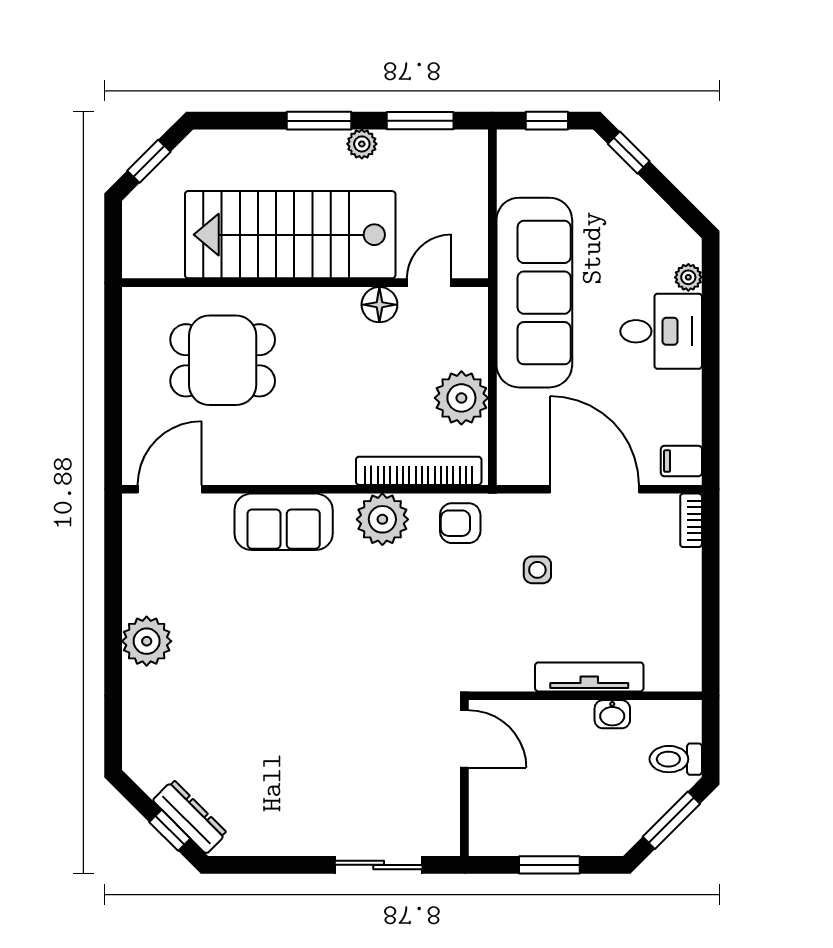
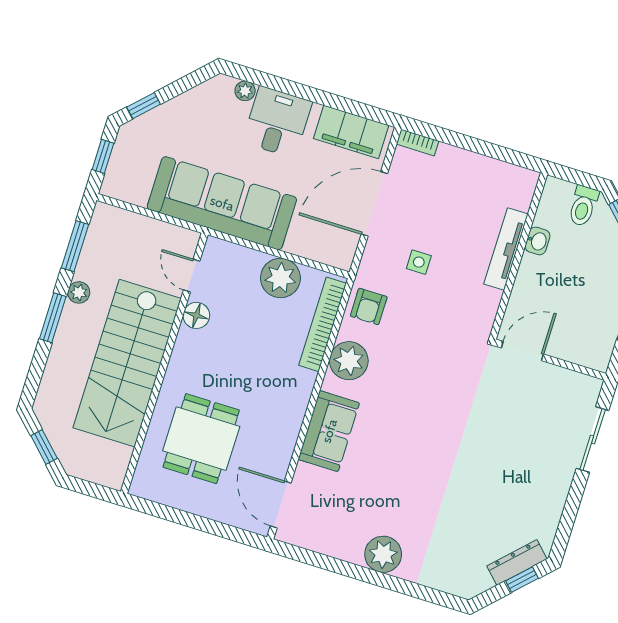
filing cabinet: (681, 461) -> (351, 132), width x3.00, depth x1.17

